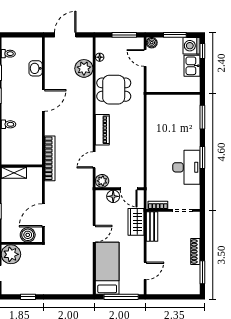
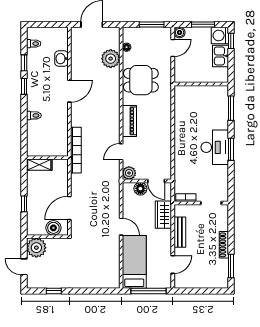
door: (145, 58) -> (173, 48), swing flipped
desk: (186, 167) -> (215, 147), moved
bench: (152, 227) -> (180, 232), moved
door: (94, 234) -> (121, 227), hinge flipped

